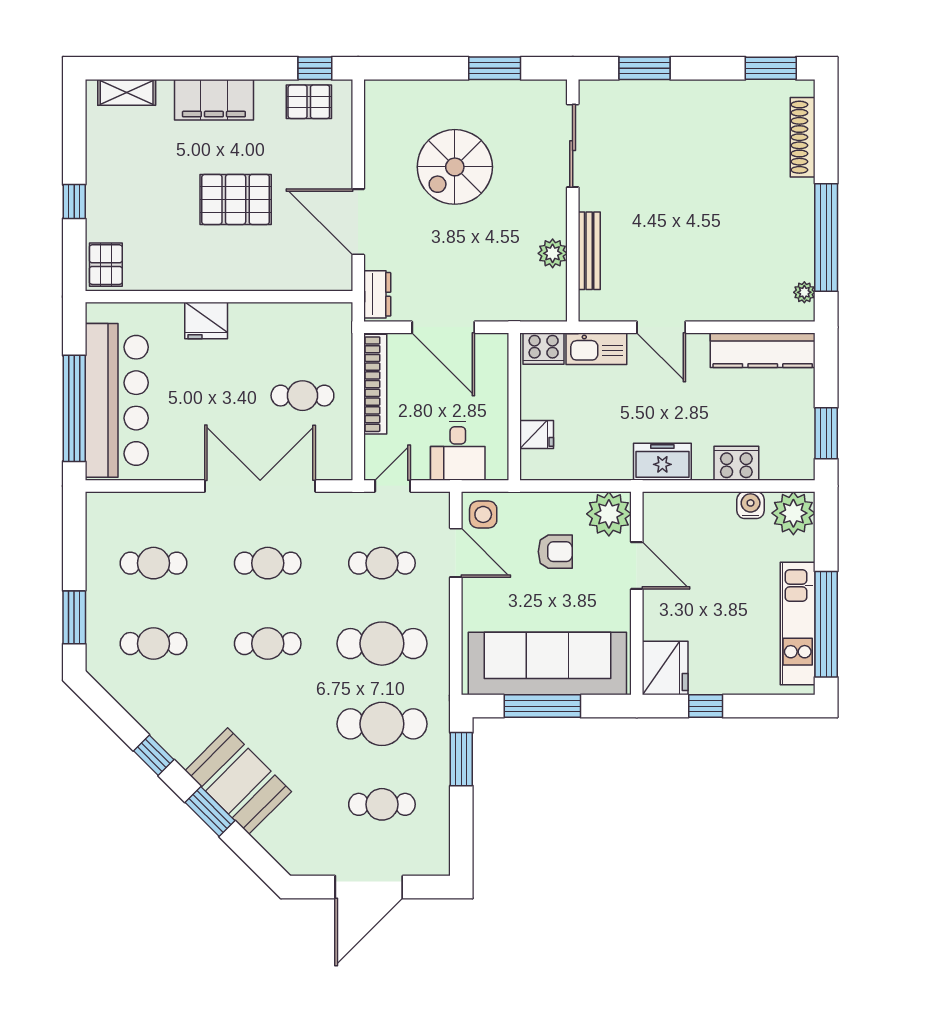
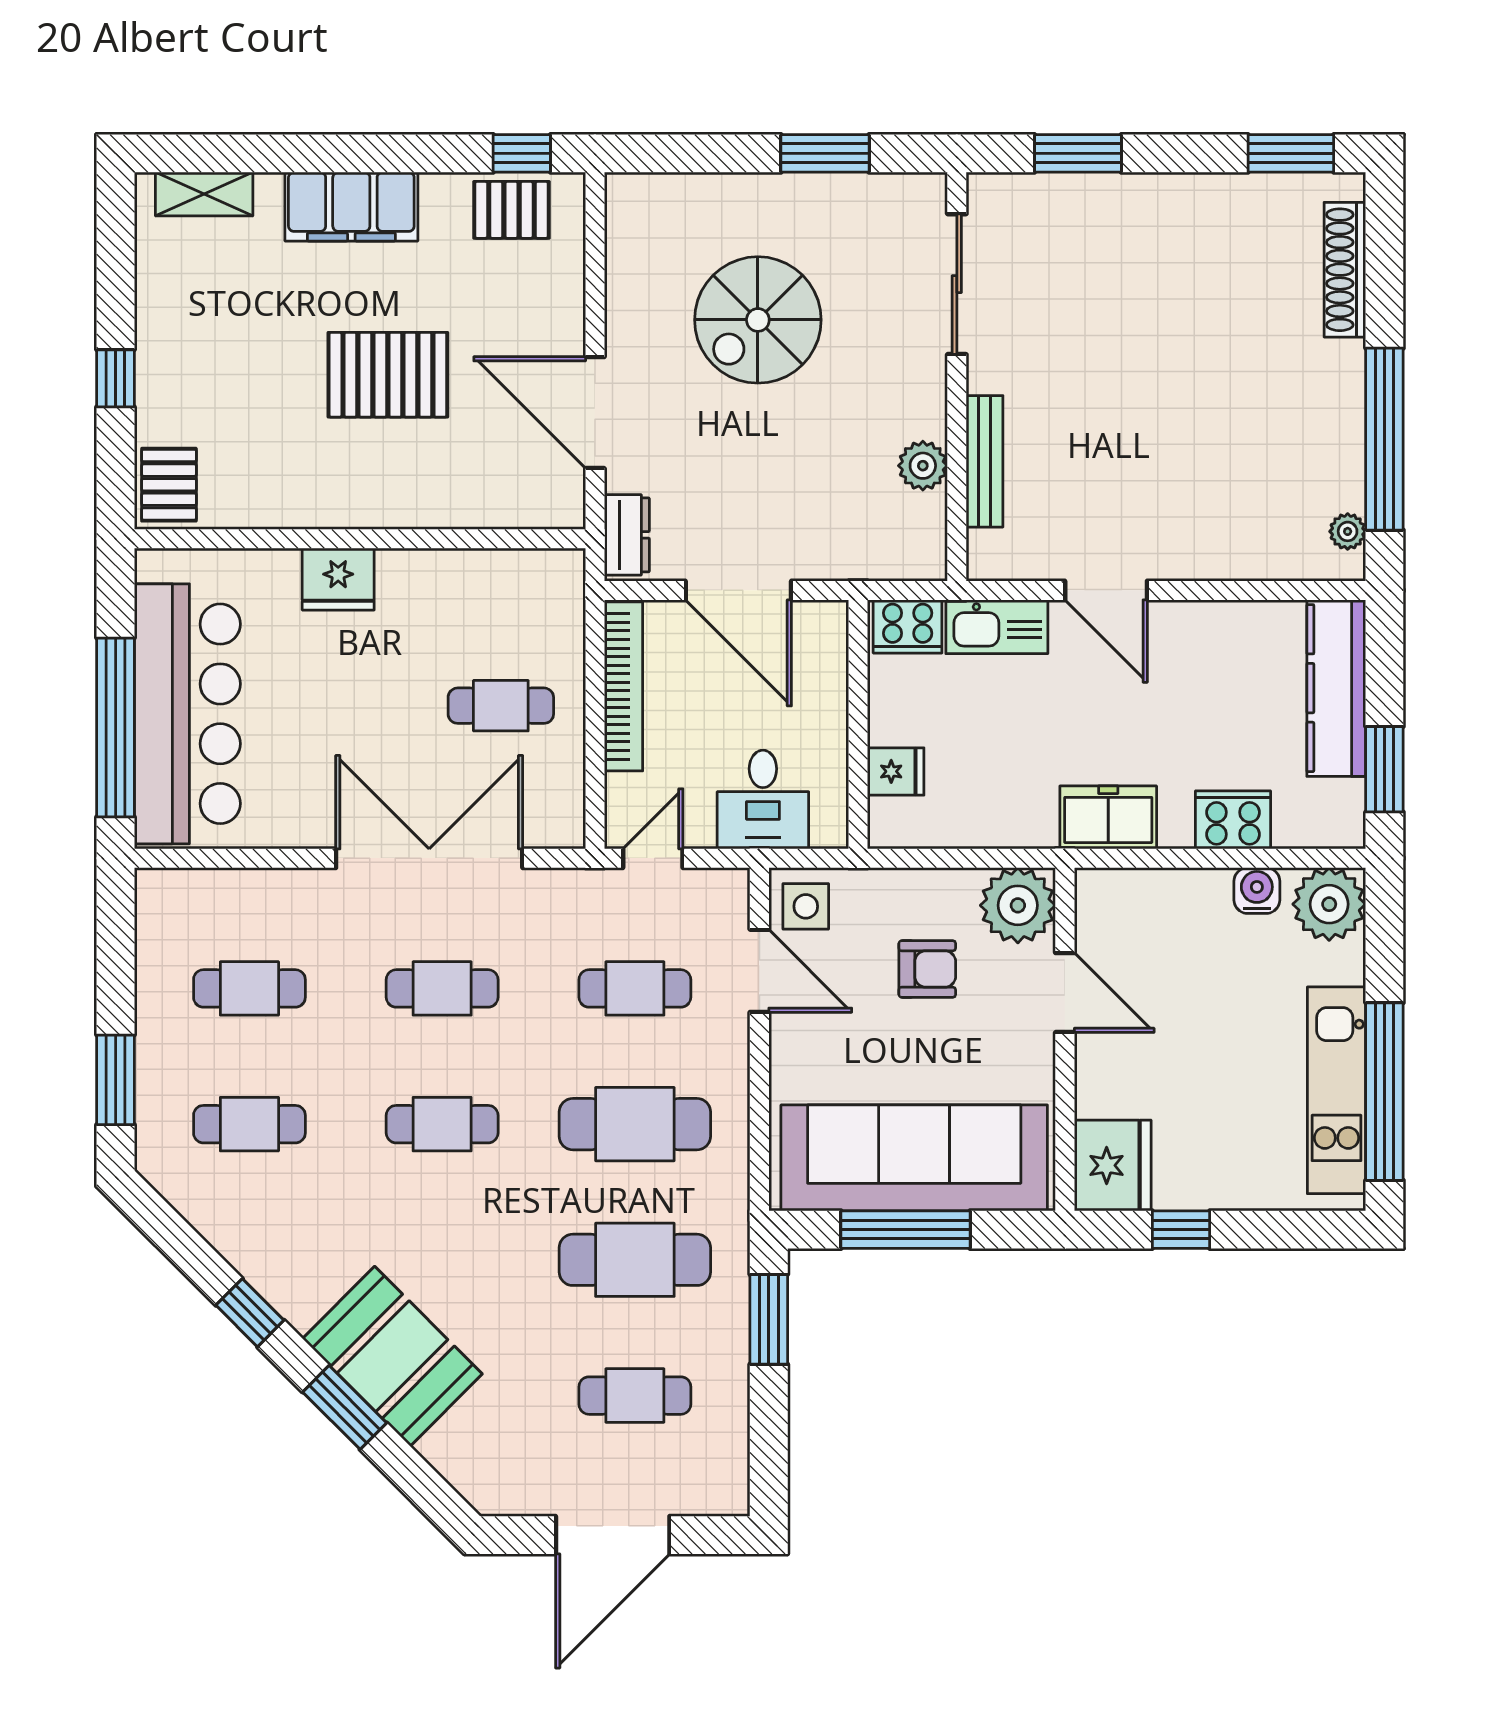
kitchen counter: (763, 350) -> (1336, 688), moved, turned 90

